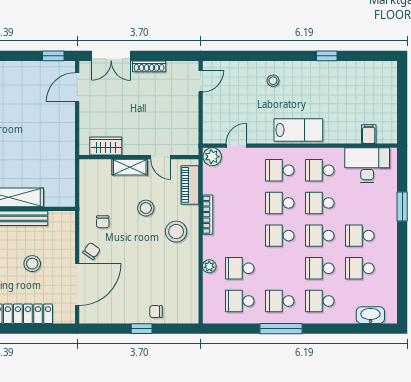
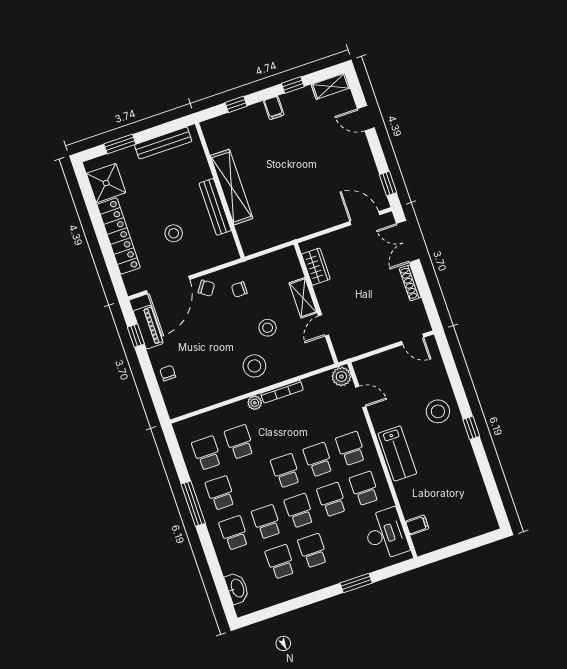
window: (327, 56) -> (471, 428), moved
stool: (273, 81) -> (438, 411), width x1.89, depth x1.89
piano: (190, 185) -> (148, 327), moved, turned 90
plant: (209, 266) -> (255, 403), moved
door: (77, 284) -> (168, 285), hinge flipped
window: (142, 329) -> (136, 336), moved

